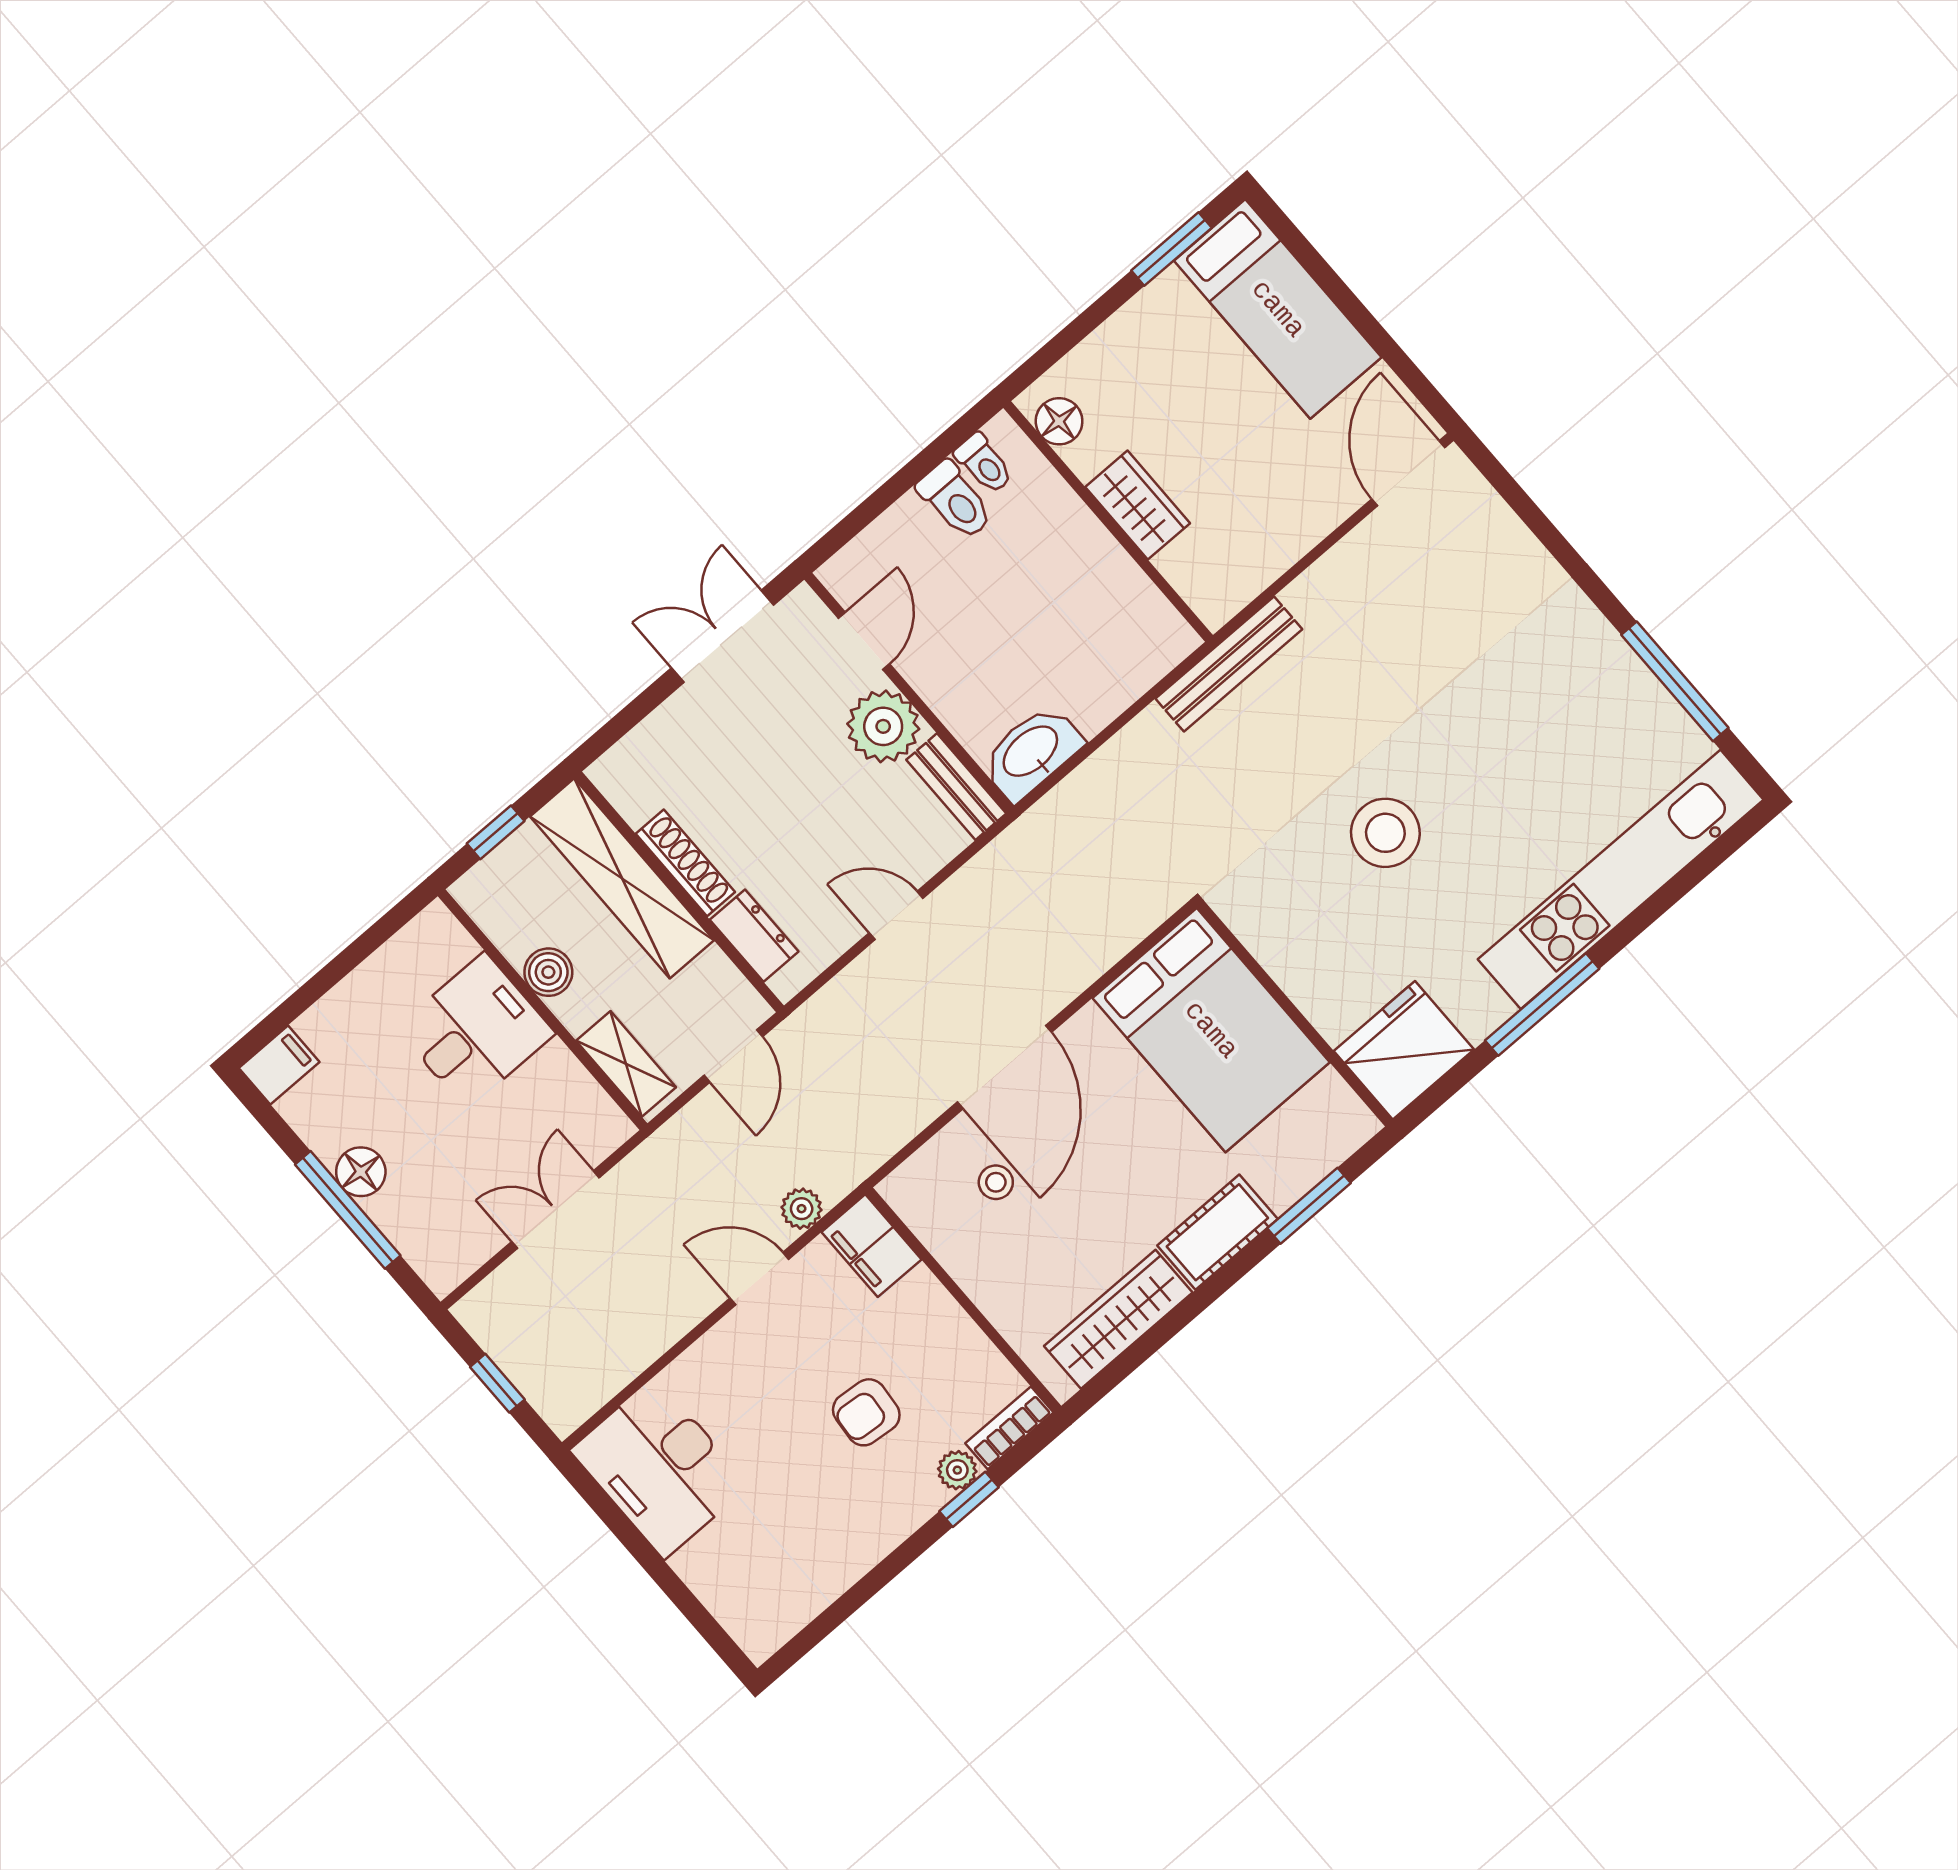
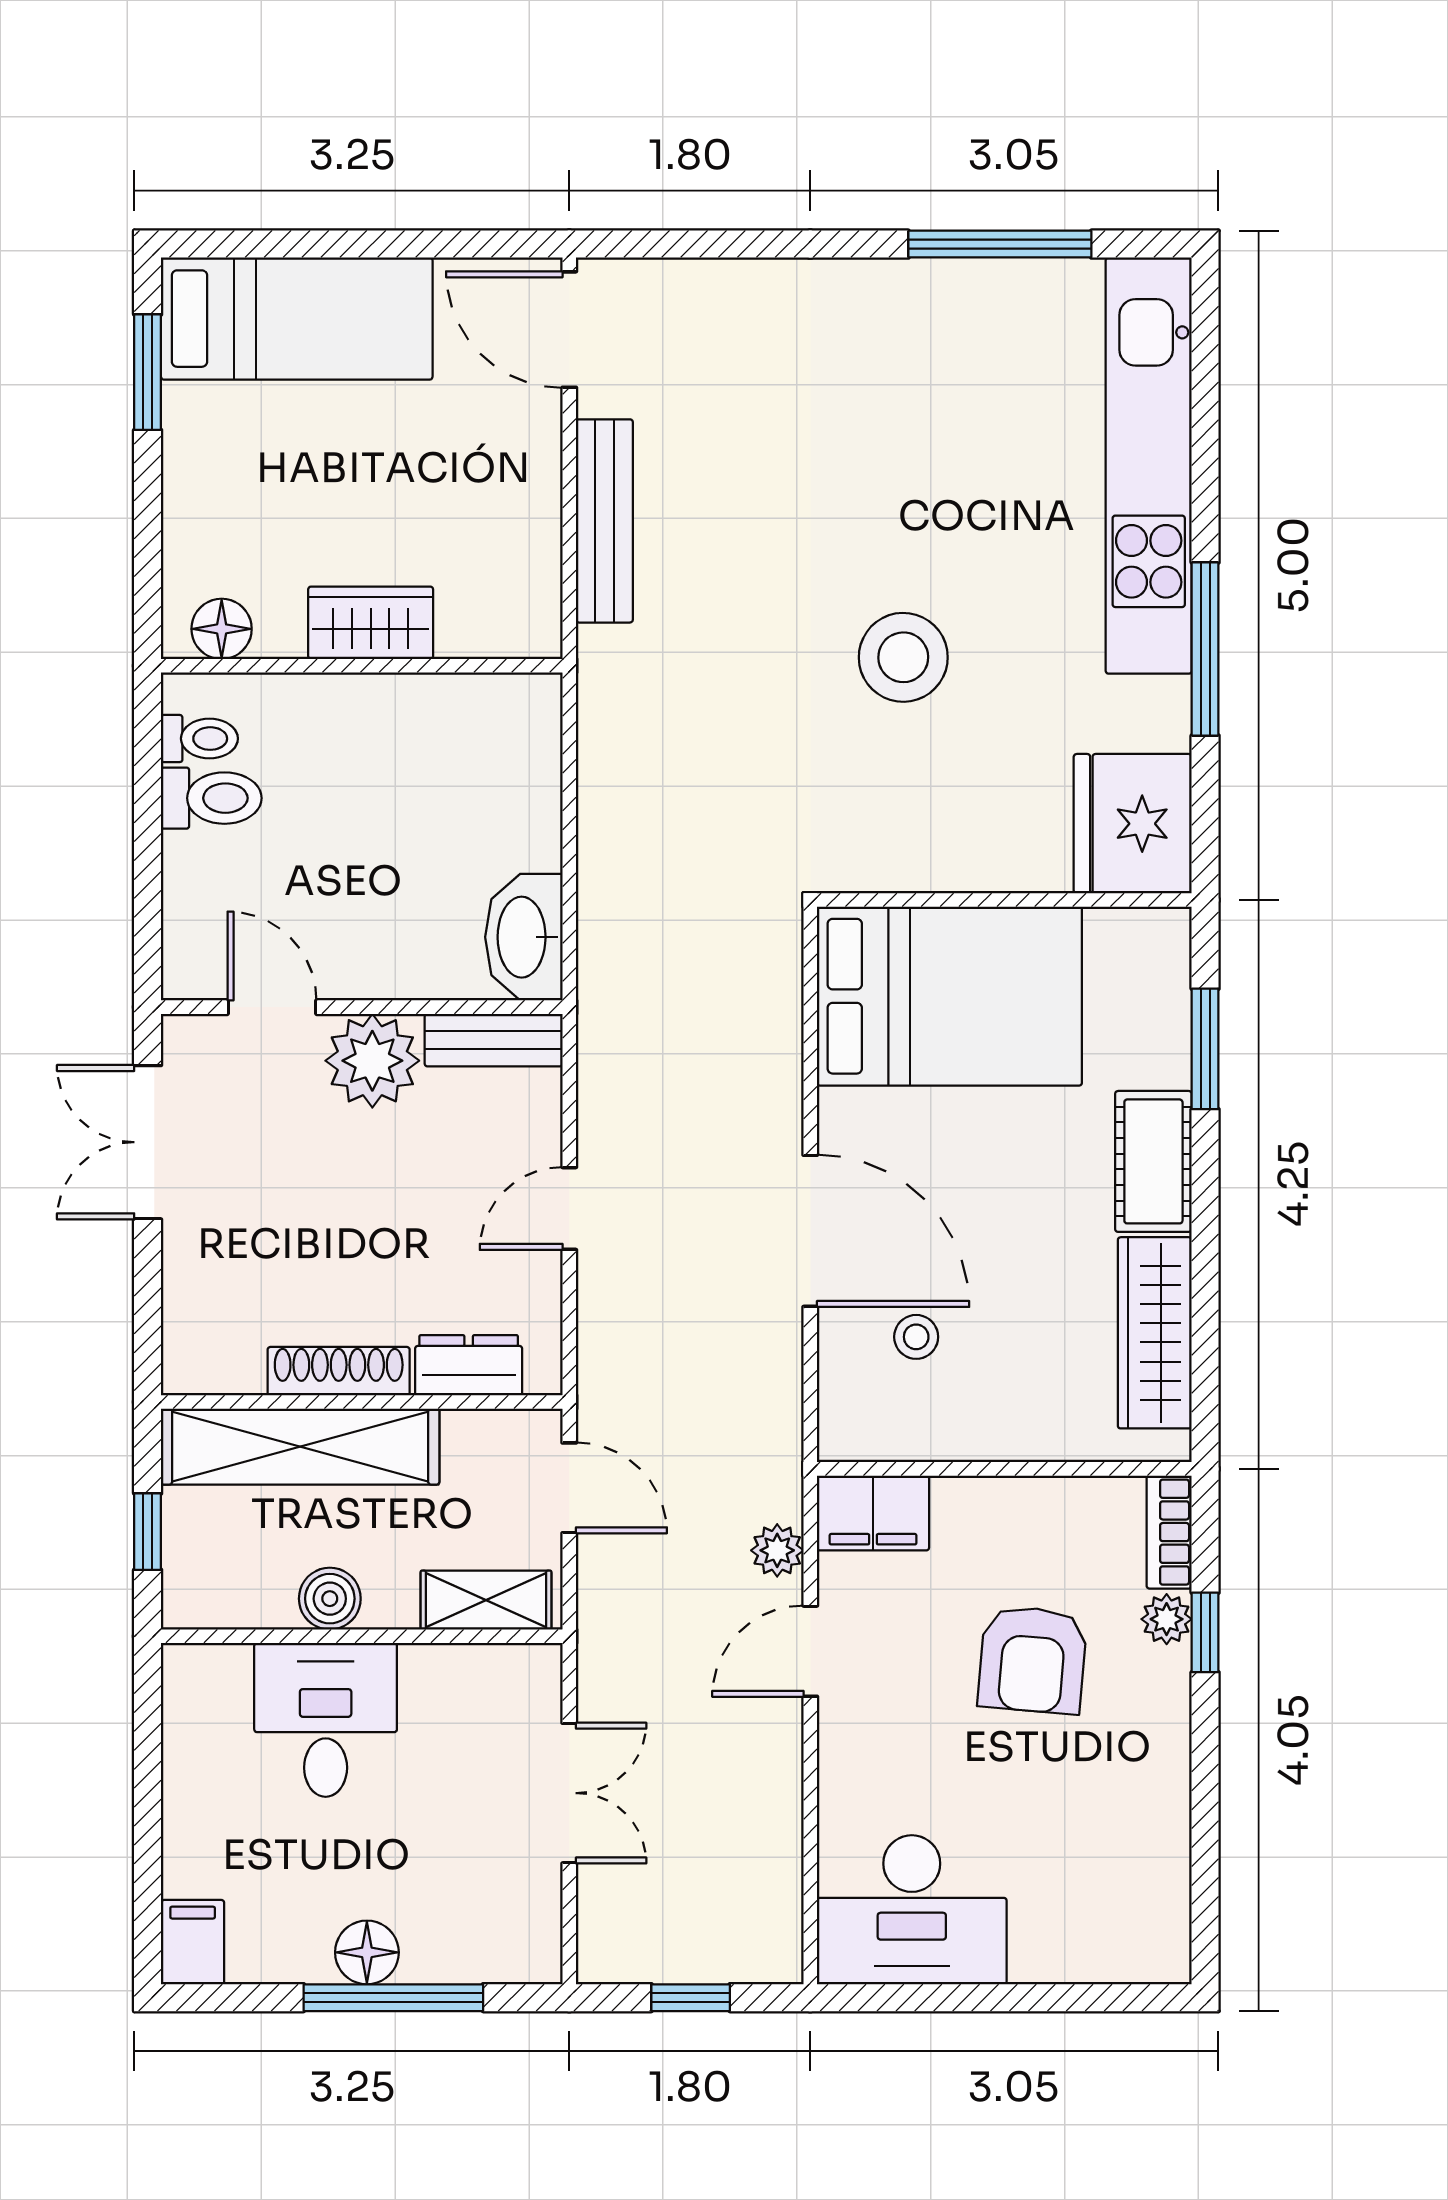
bench: (1229, 664) -> (604, 521), moved
double door: (555, 1210) -> (569, 1793), swing flipped
armchair: (866, 1412) -> (1032, 1660), width x1.38, depth x1.38

